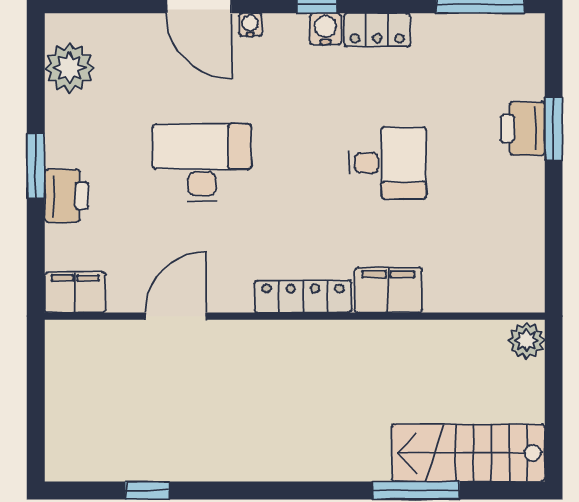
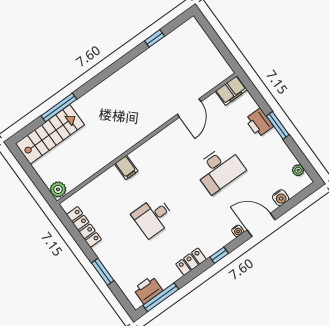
water cooler: (325, 29) -> (281, 198), moved
plant: (69, 68) -> (298, 170), width x0.53, depth x0.53
printer: (523, 129) -> (148, 290), moved, turned -90
filing cabinet: (388, 290) -> (126, 167), width x0.50
locker: (303, 297) -> (84, 227), moved, turned -90

